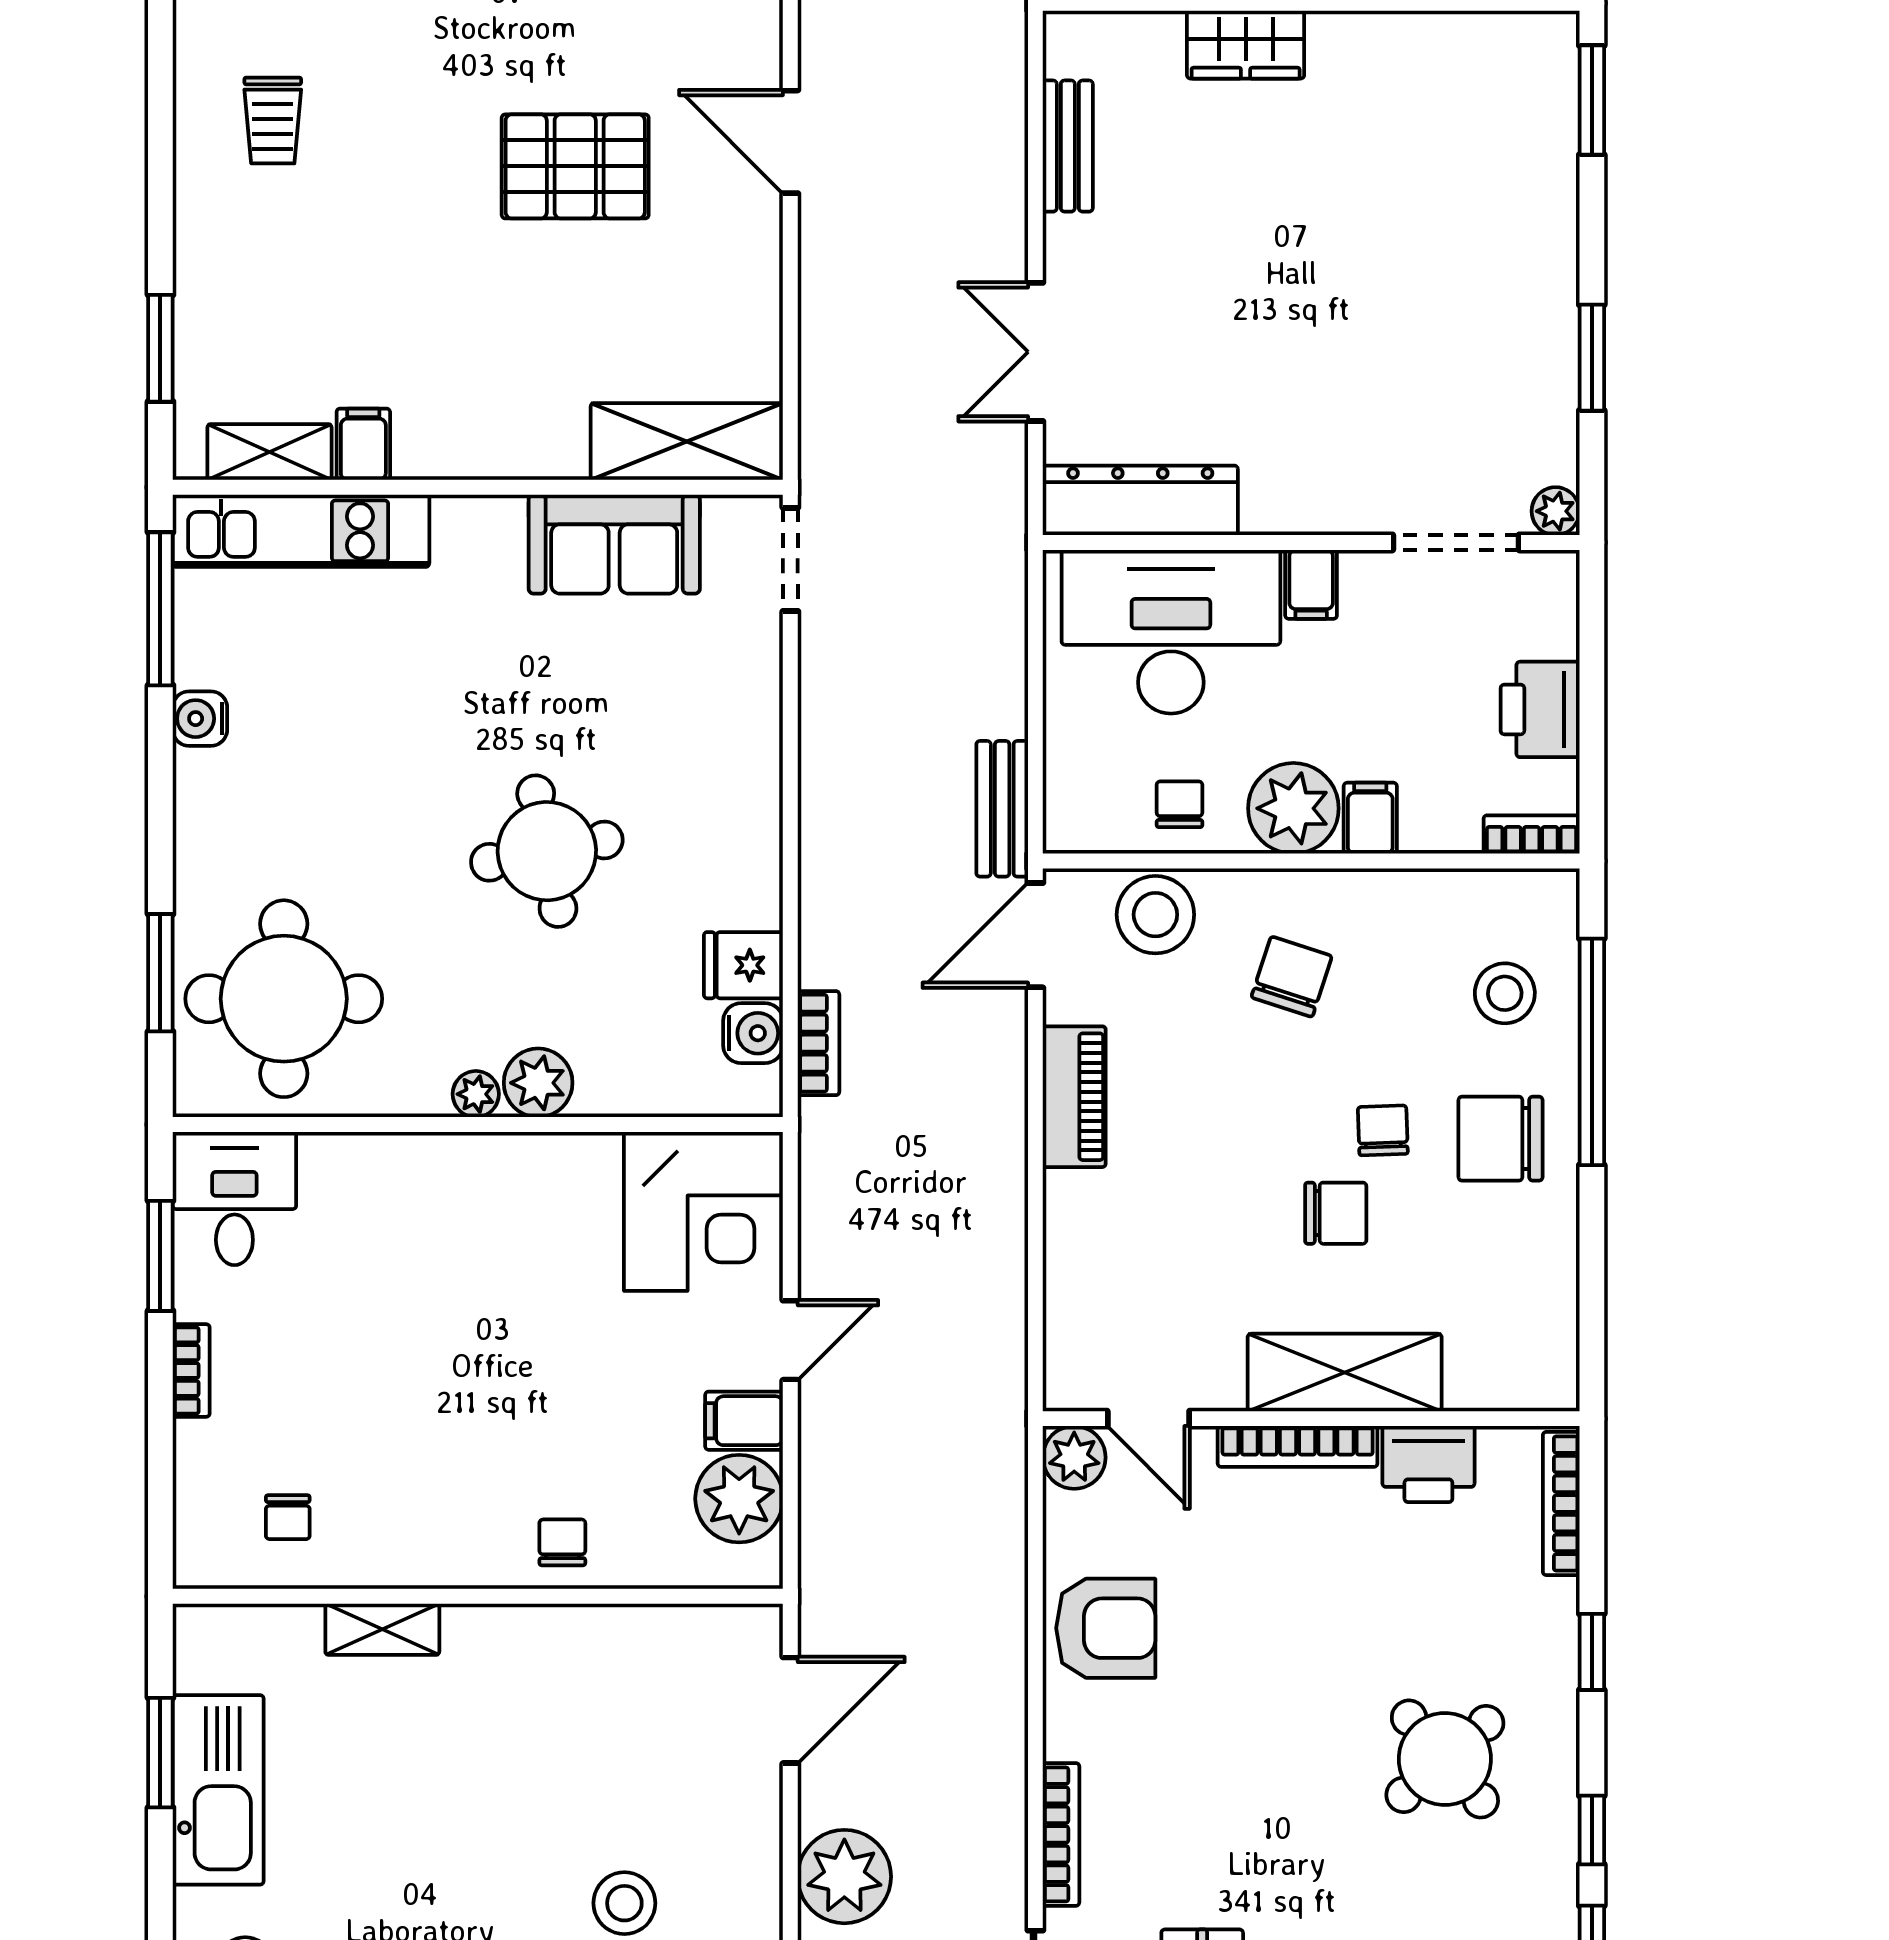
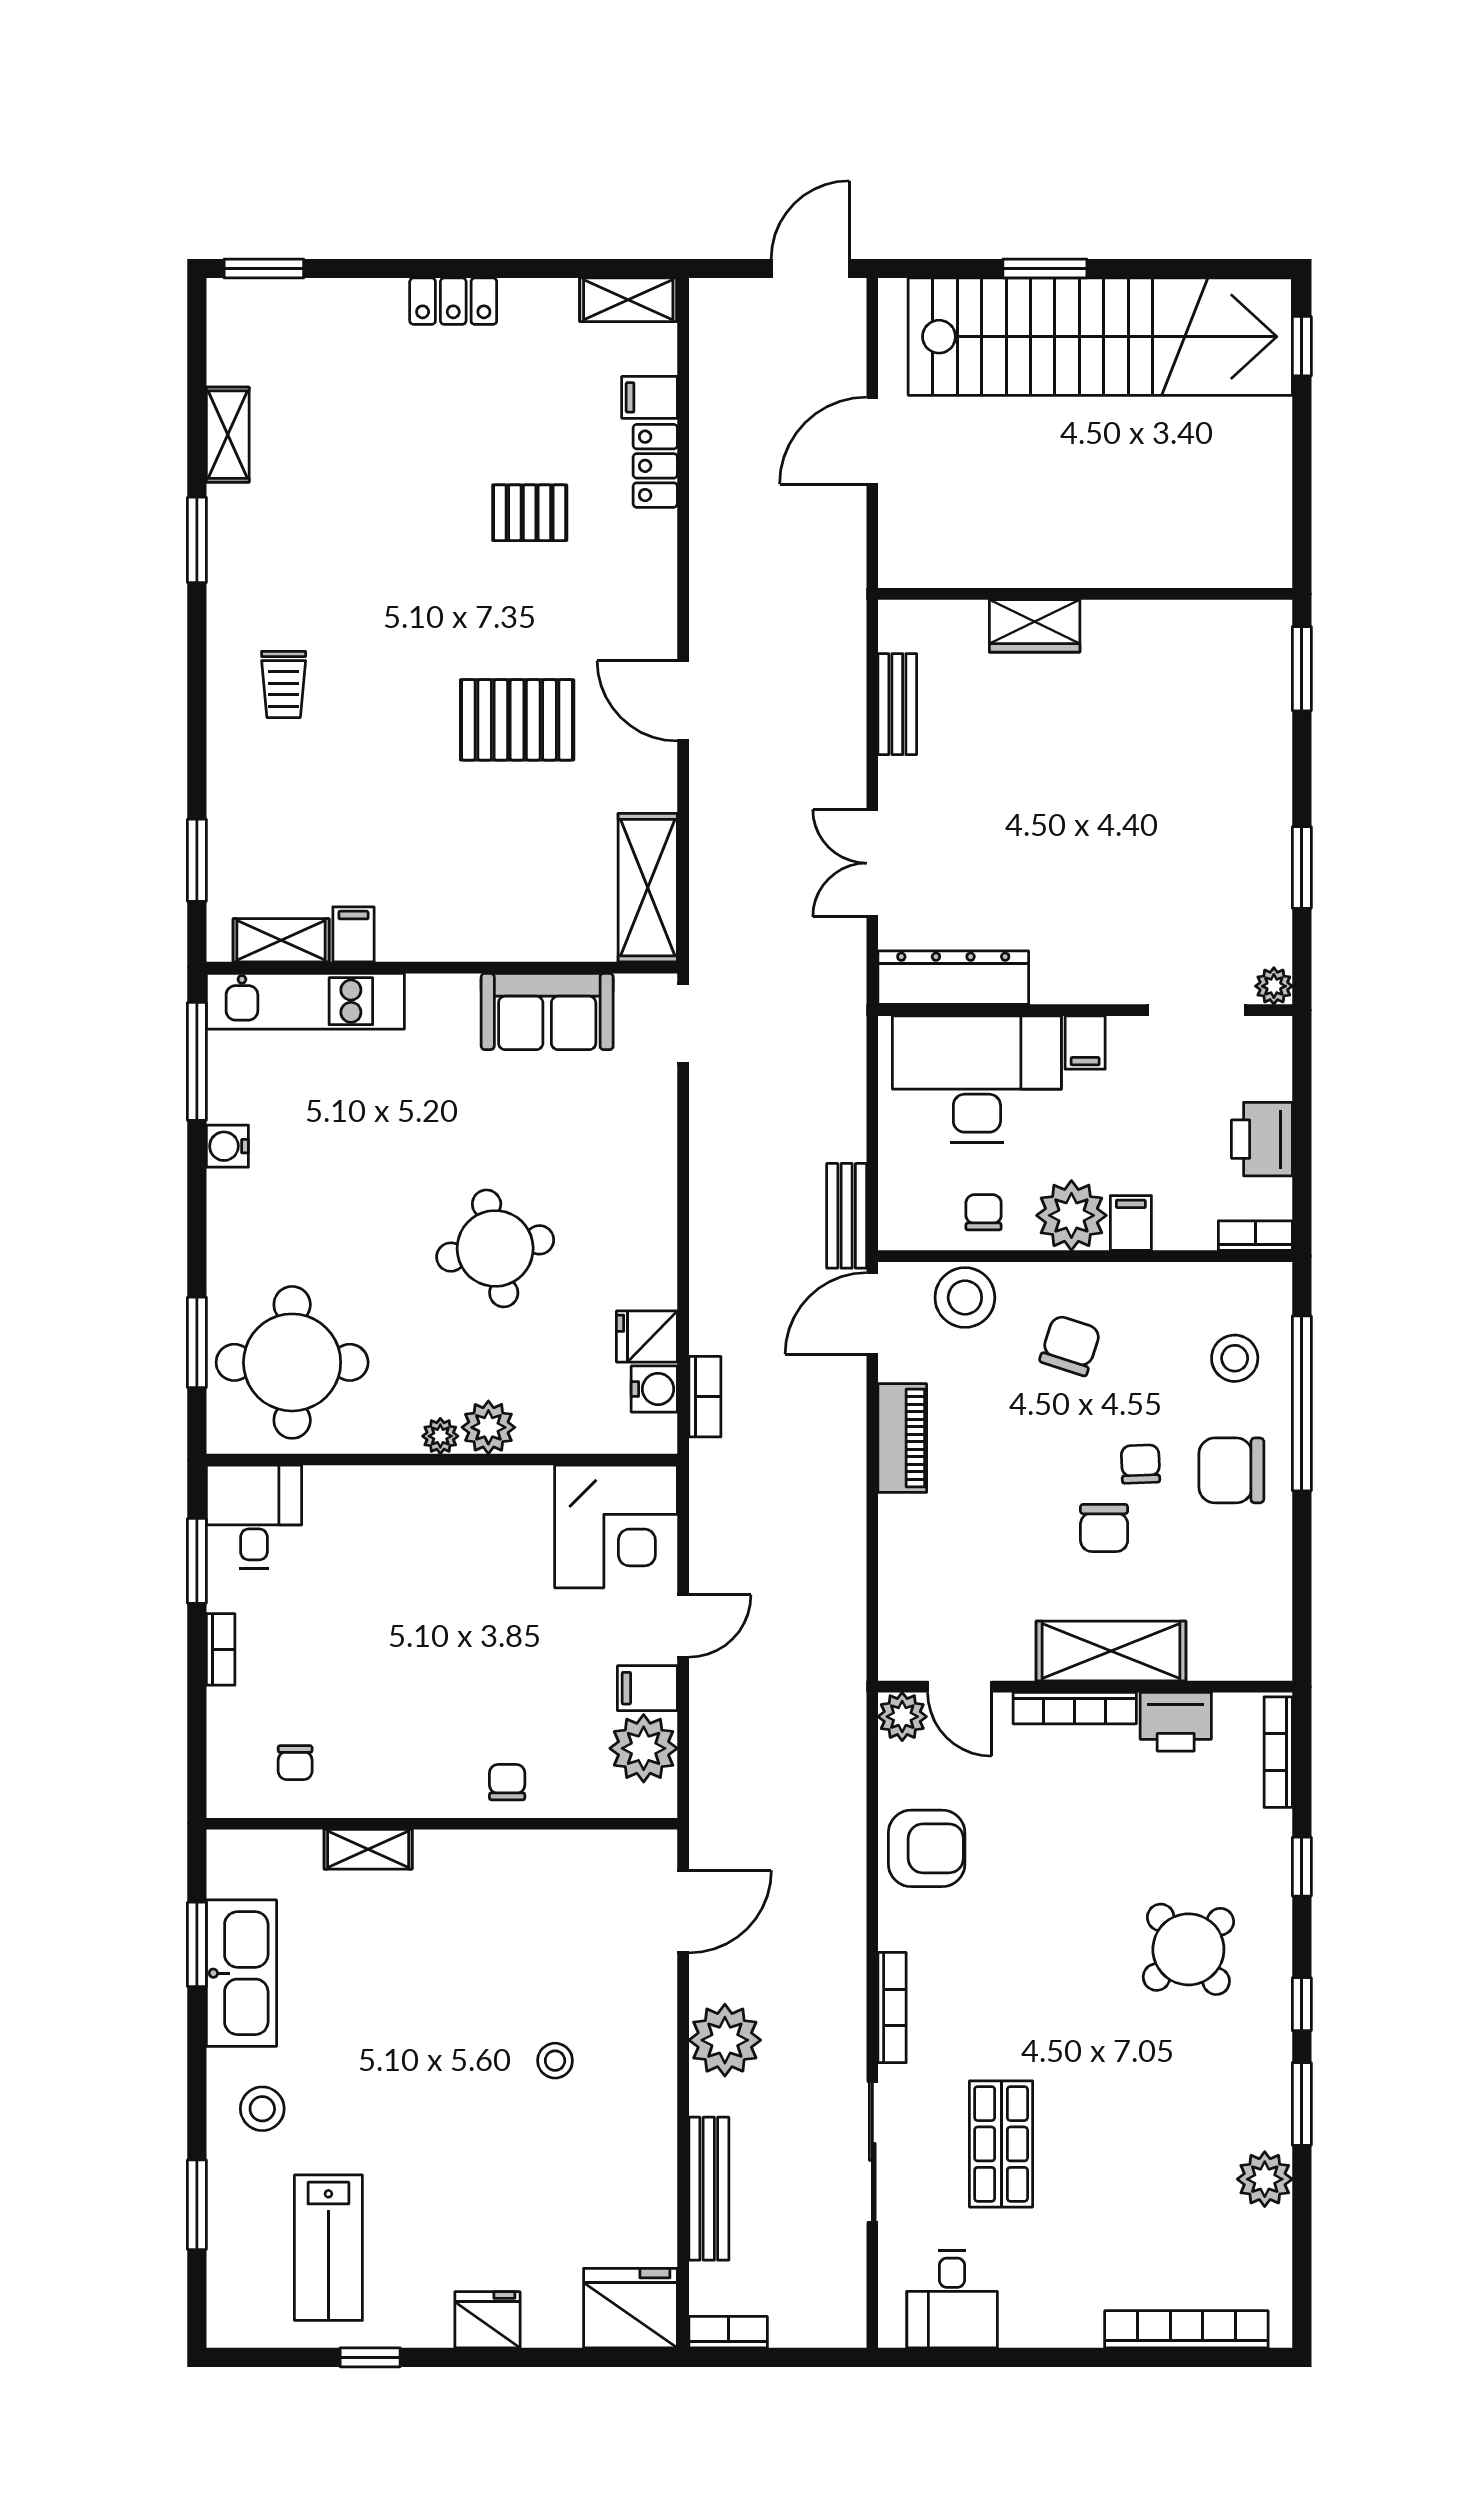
shelving: (687, 441) -> (648, 888), moved, turned 90
chair: (1336, 1213) -> (1104, 1528), turned 90
stool: (624, 1903) -> (555, 2061), width x0.73, depth x0.73

